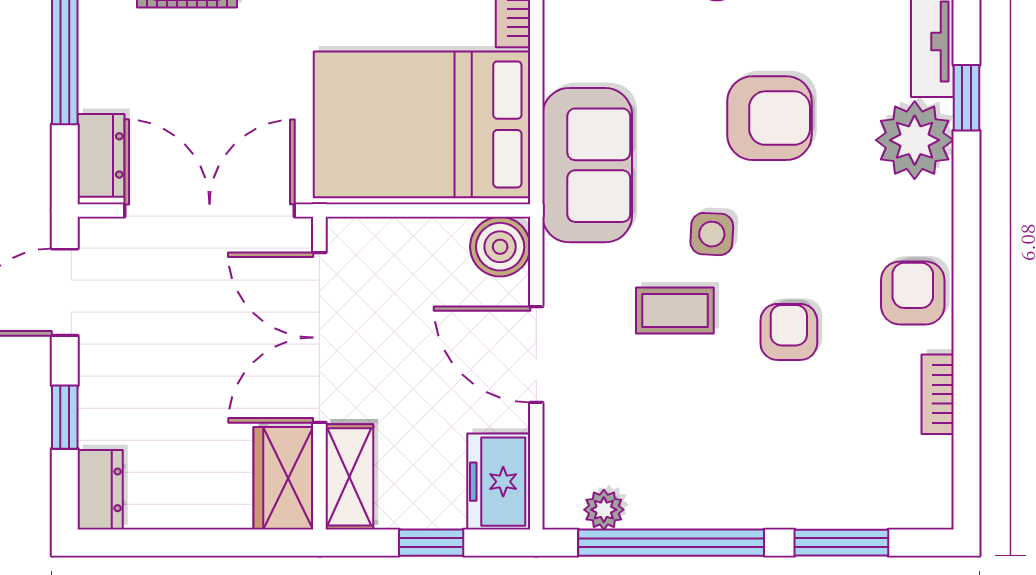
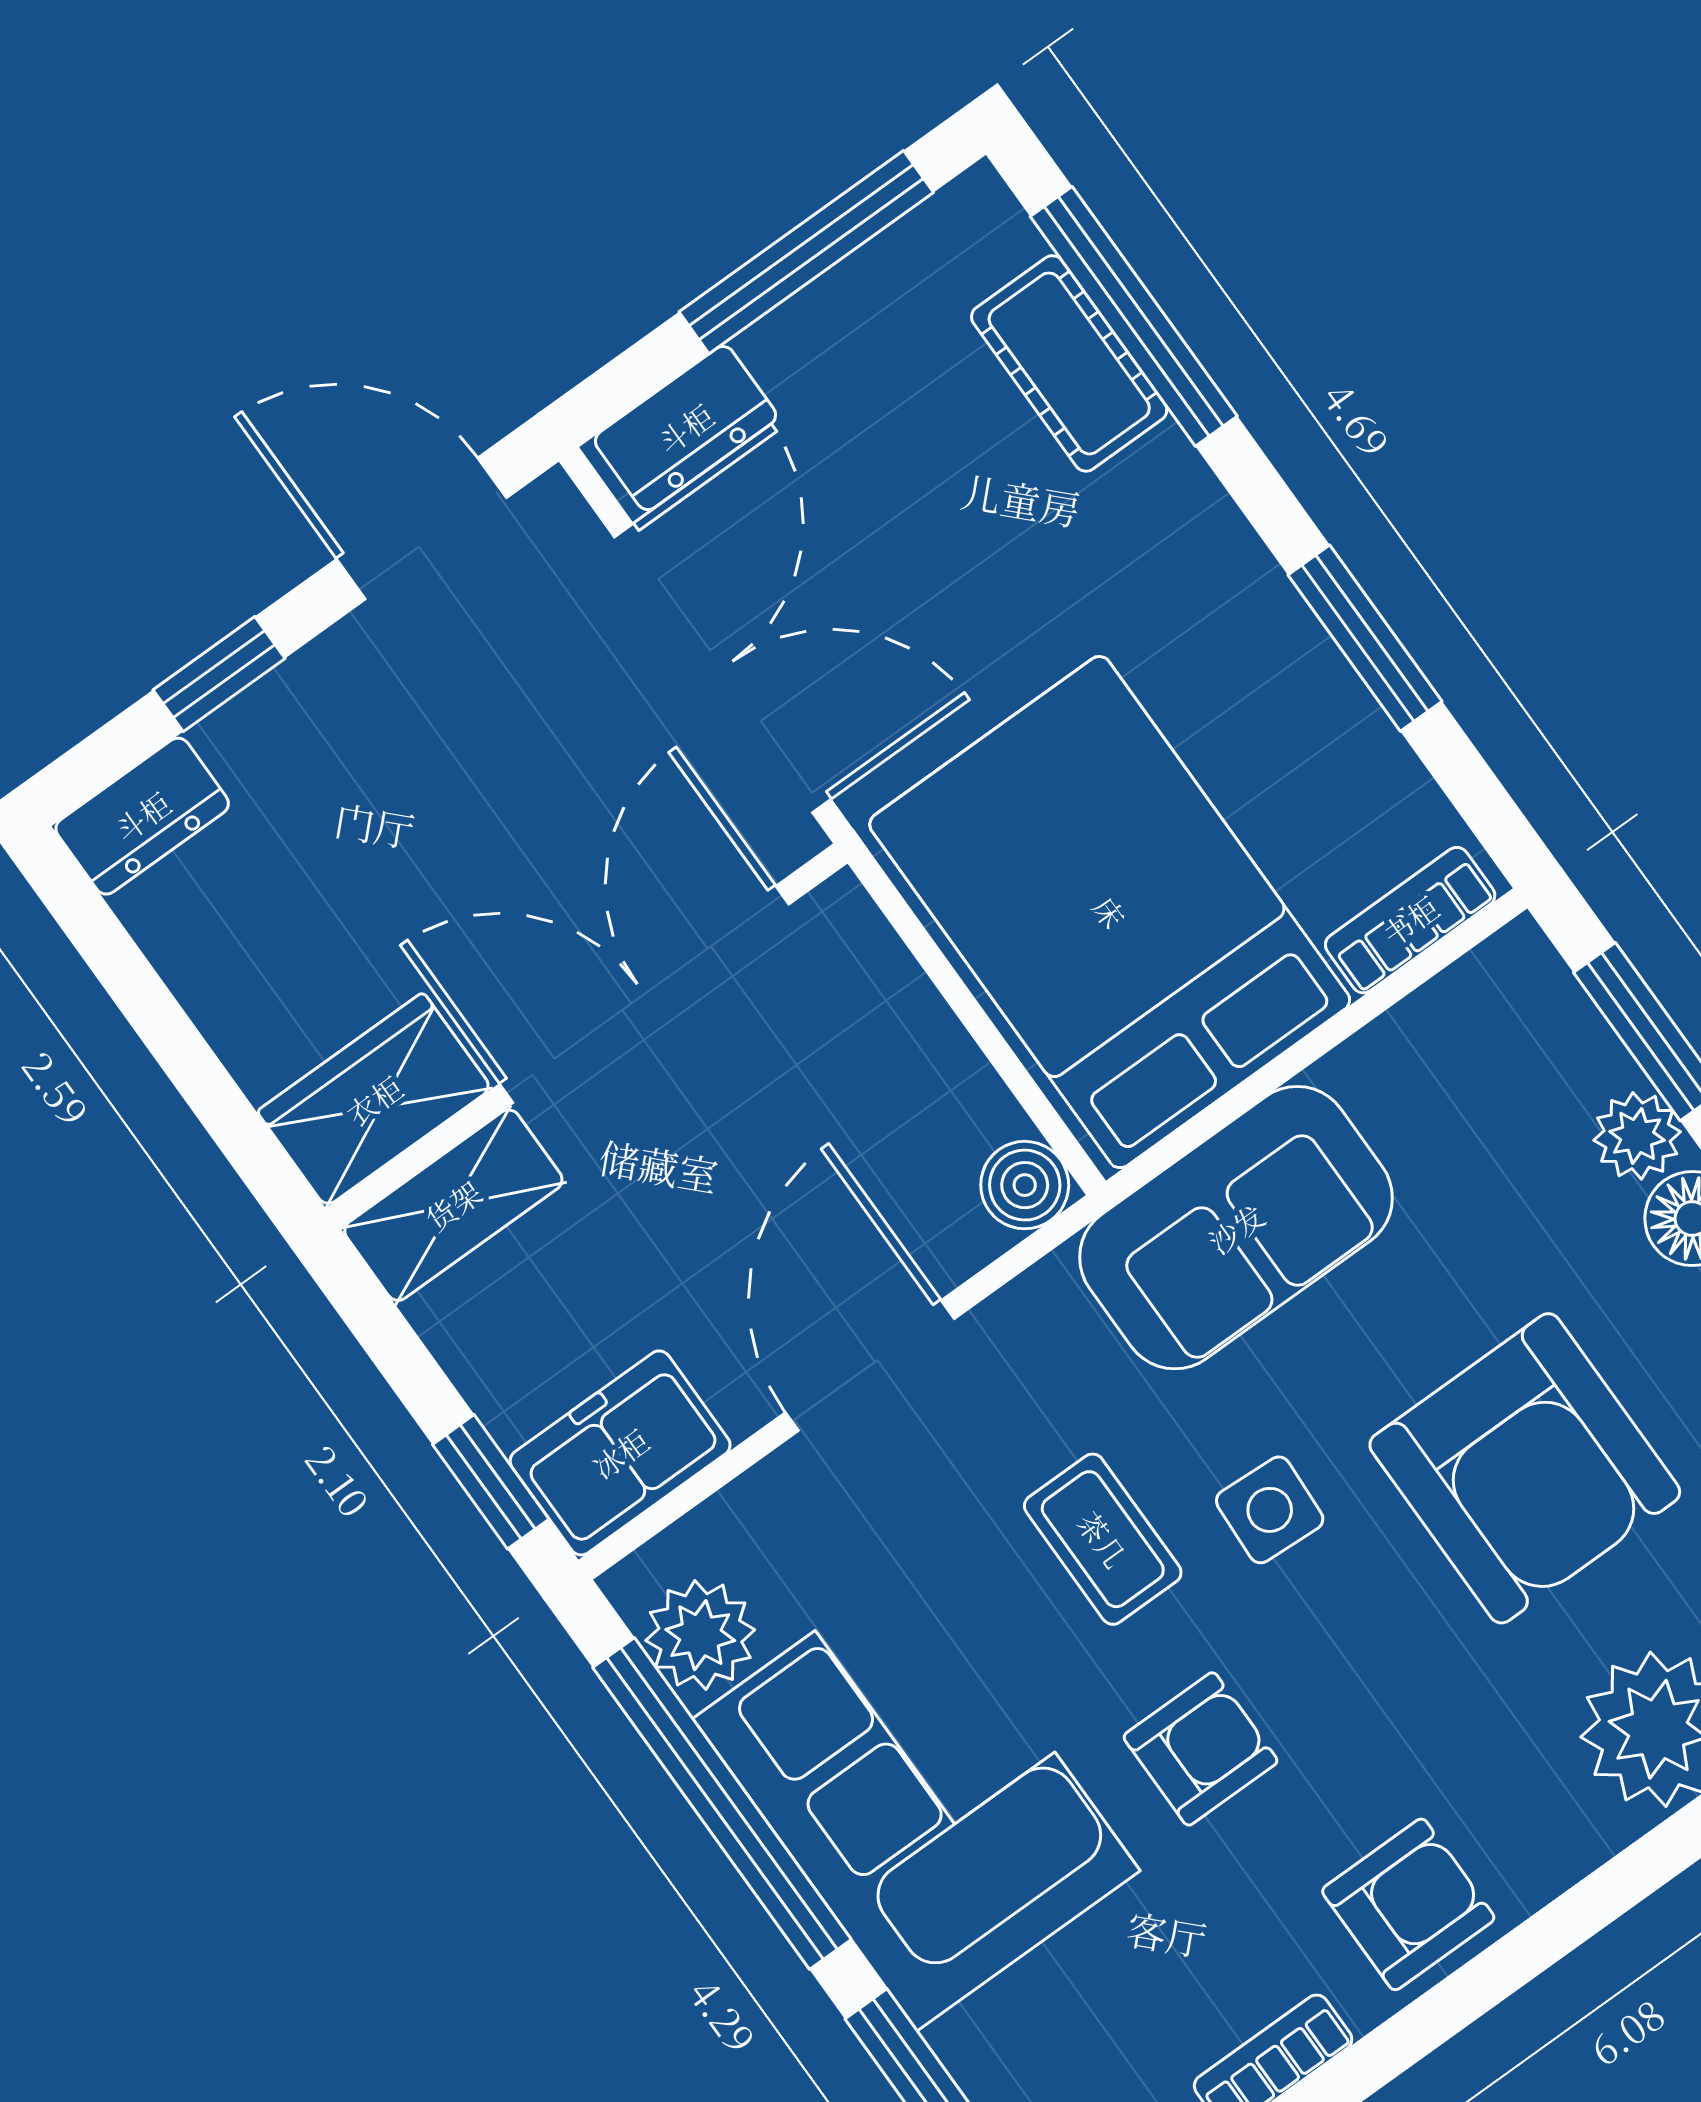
armchair: (769, 118) -> (1525, 1468), width x1.36, depth x1.36
boiler: (500, 247) -> (1025, 1185), width x0.73, depth x0.73
corner sofa: (724, 461) -> (916, 1795), added
plant: (604, 510) -> (700, 1635), width x1.38, depth x1.38
window: (431, 543) -> (491, 1482), moved

